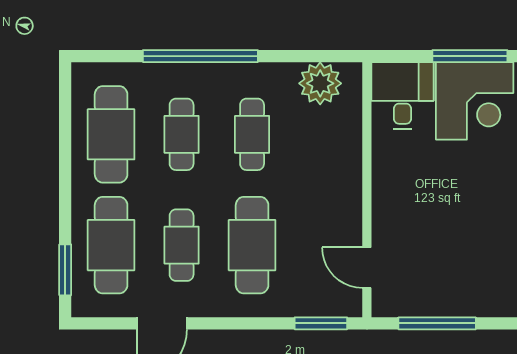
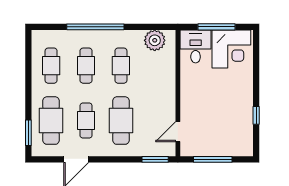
window: (470, 56) -> (216, 27), moved
cafe table: (111, 134) -> (51, 66), width x0.73, depth x0.74
door: (367, 268) -> (178, 132), hinge flipped

